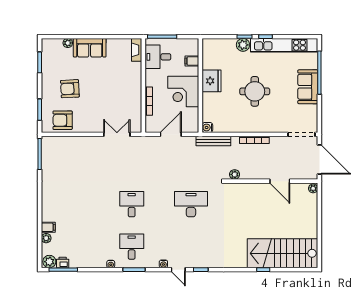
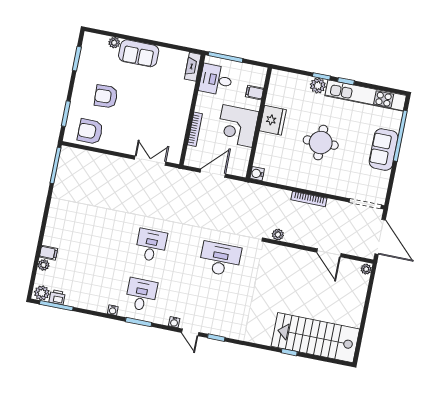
bench: (213, 141) -> (261, 191), removed

